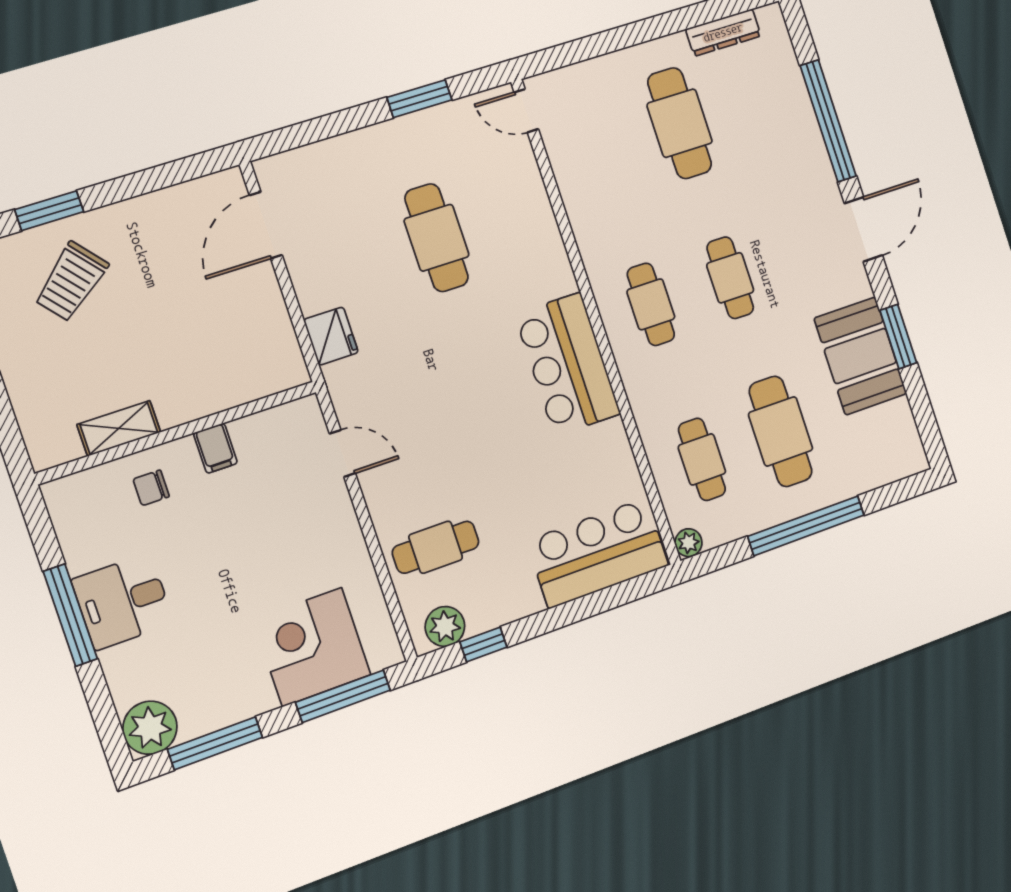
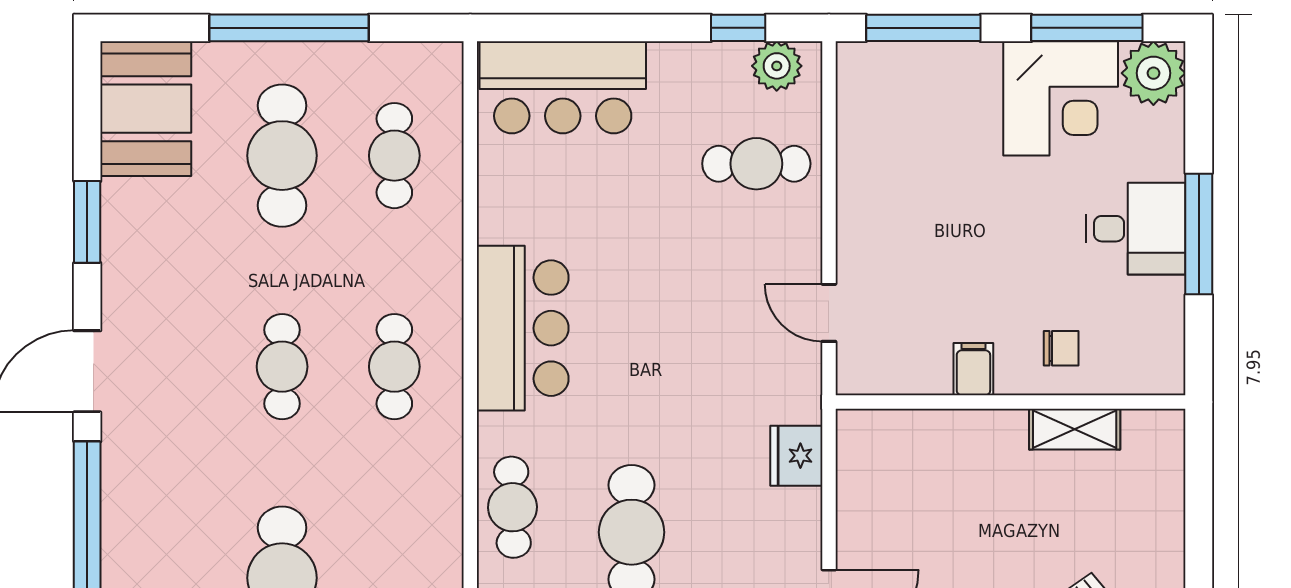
cafe table: (531, 228) -> (512, 507), added
booth: (860, 356) -> (146, 109), moved
plant: (689, 543) -> (446, 60), removed
corner desk: (312, 647) -> (1061, 98), moved

